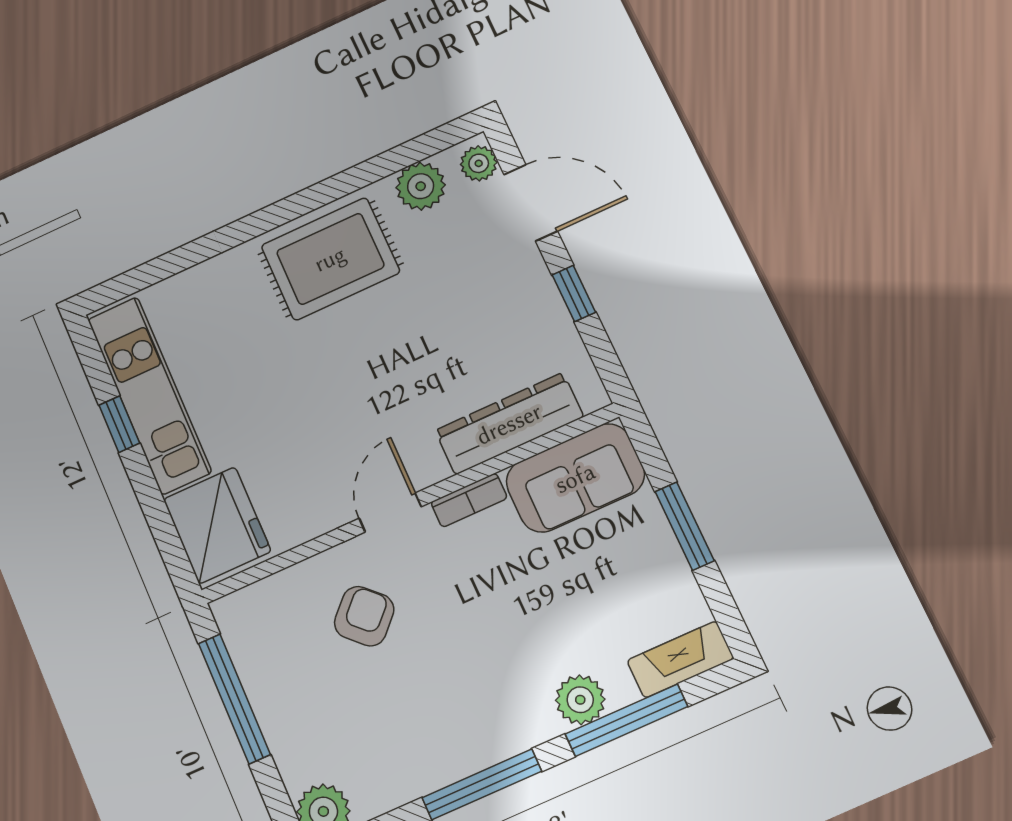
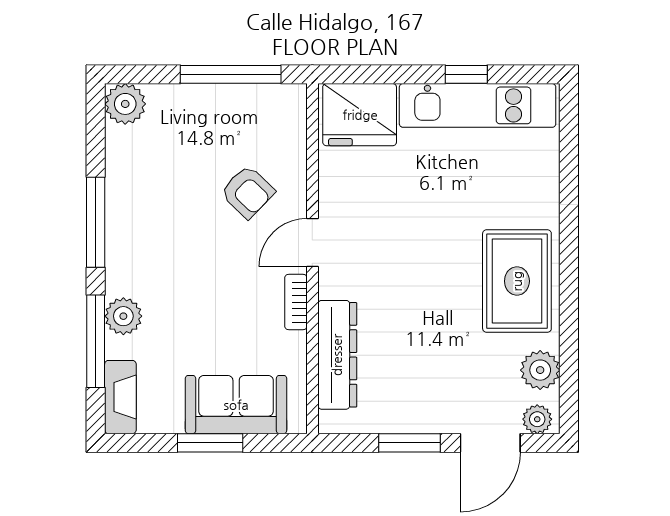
window: (574, 293) -> (410, 443), width x1.50
sofa: (575, 478) -> (236, 405), moved, turned 90
door: (390, 513) -> (312, 243), swing flipped

